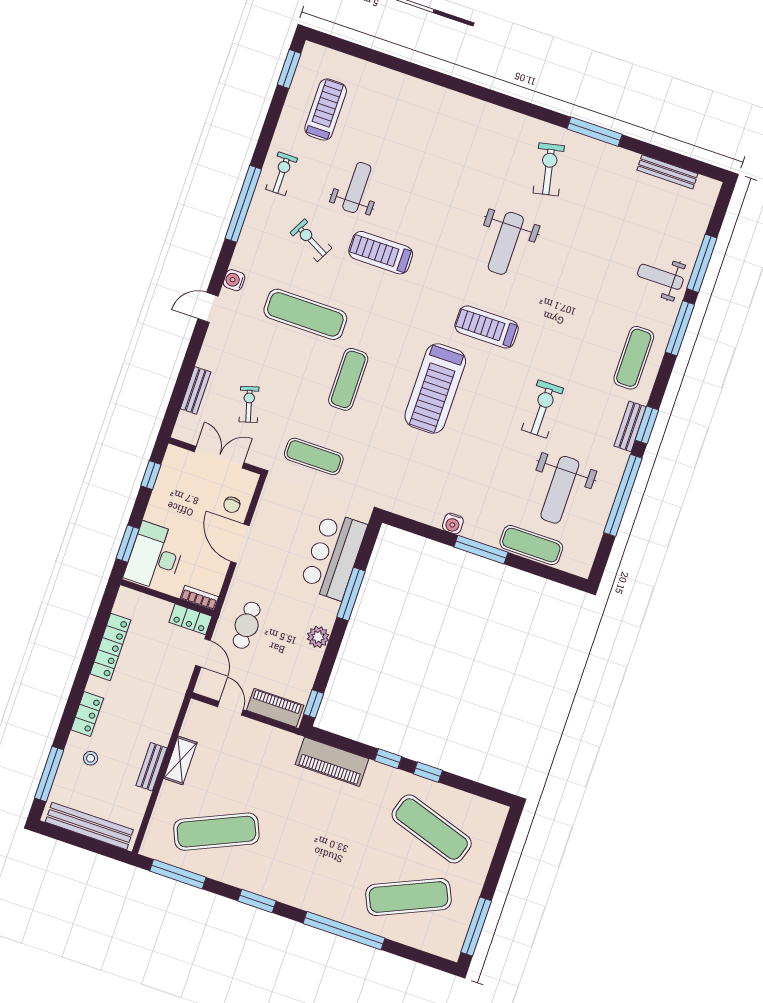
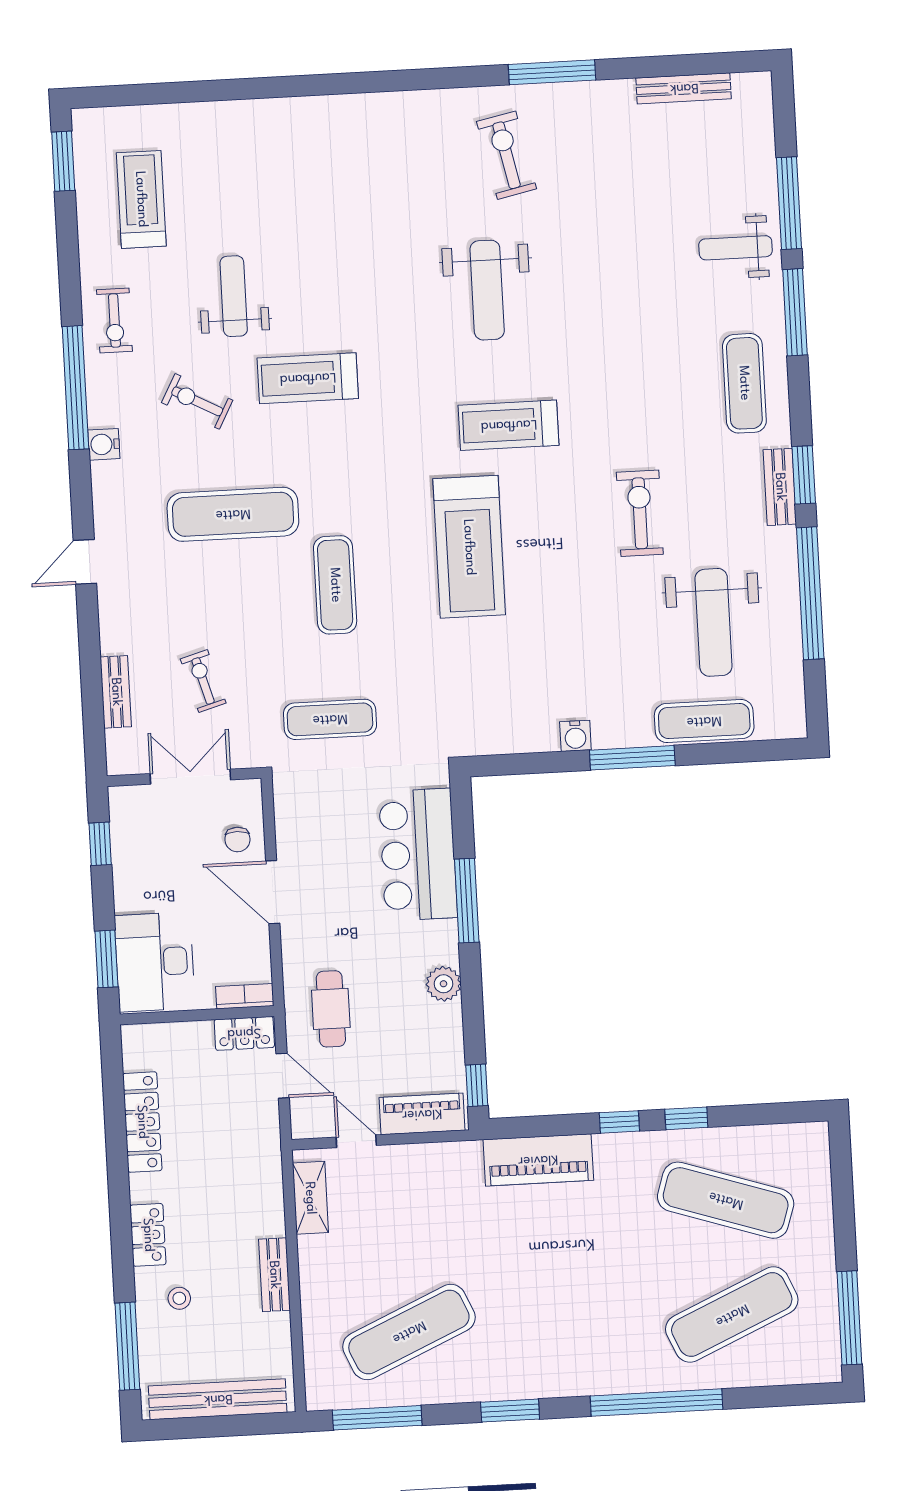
exercise bike: (282, 174) -> (114, 321), turned 180
water cooler: (234, 280) -> (104, 444), moved
shelving: (180, 760) -> (310, 1198), moved

